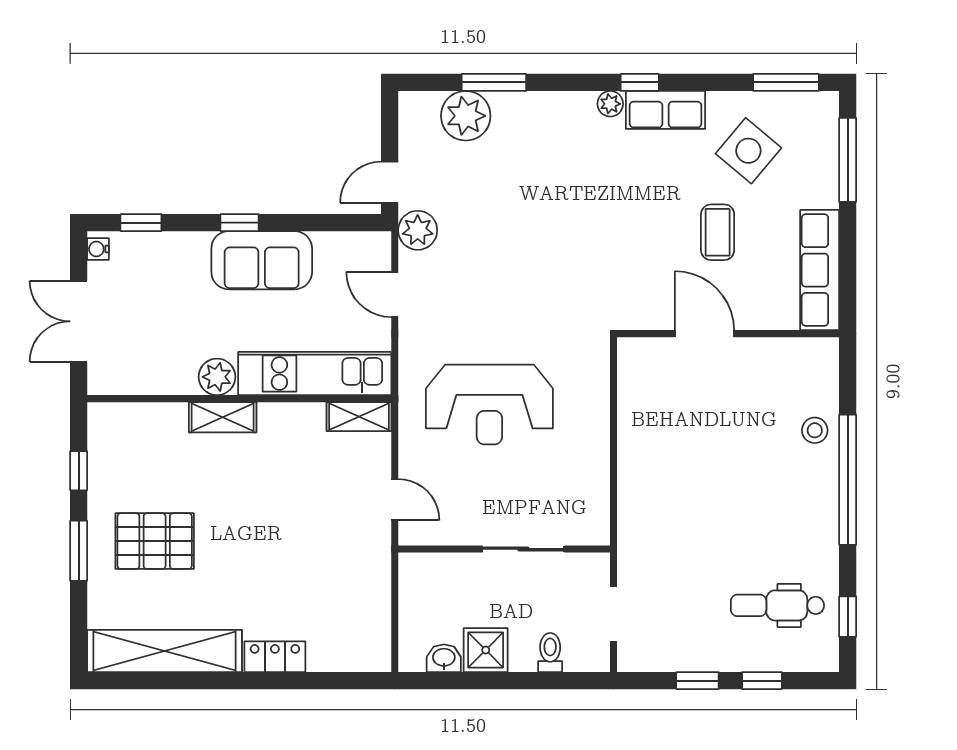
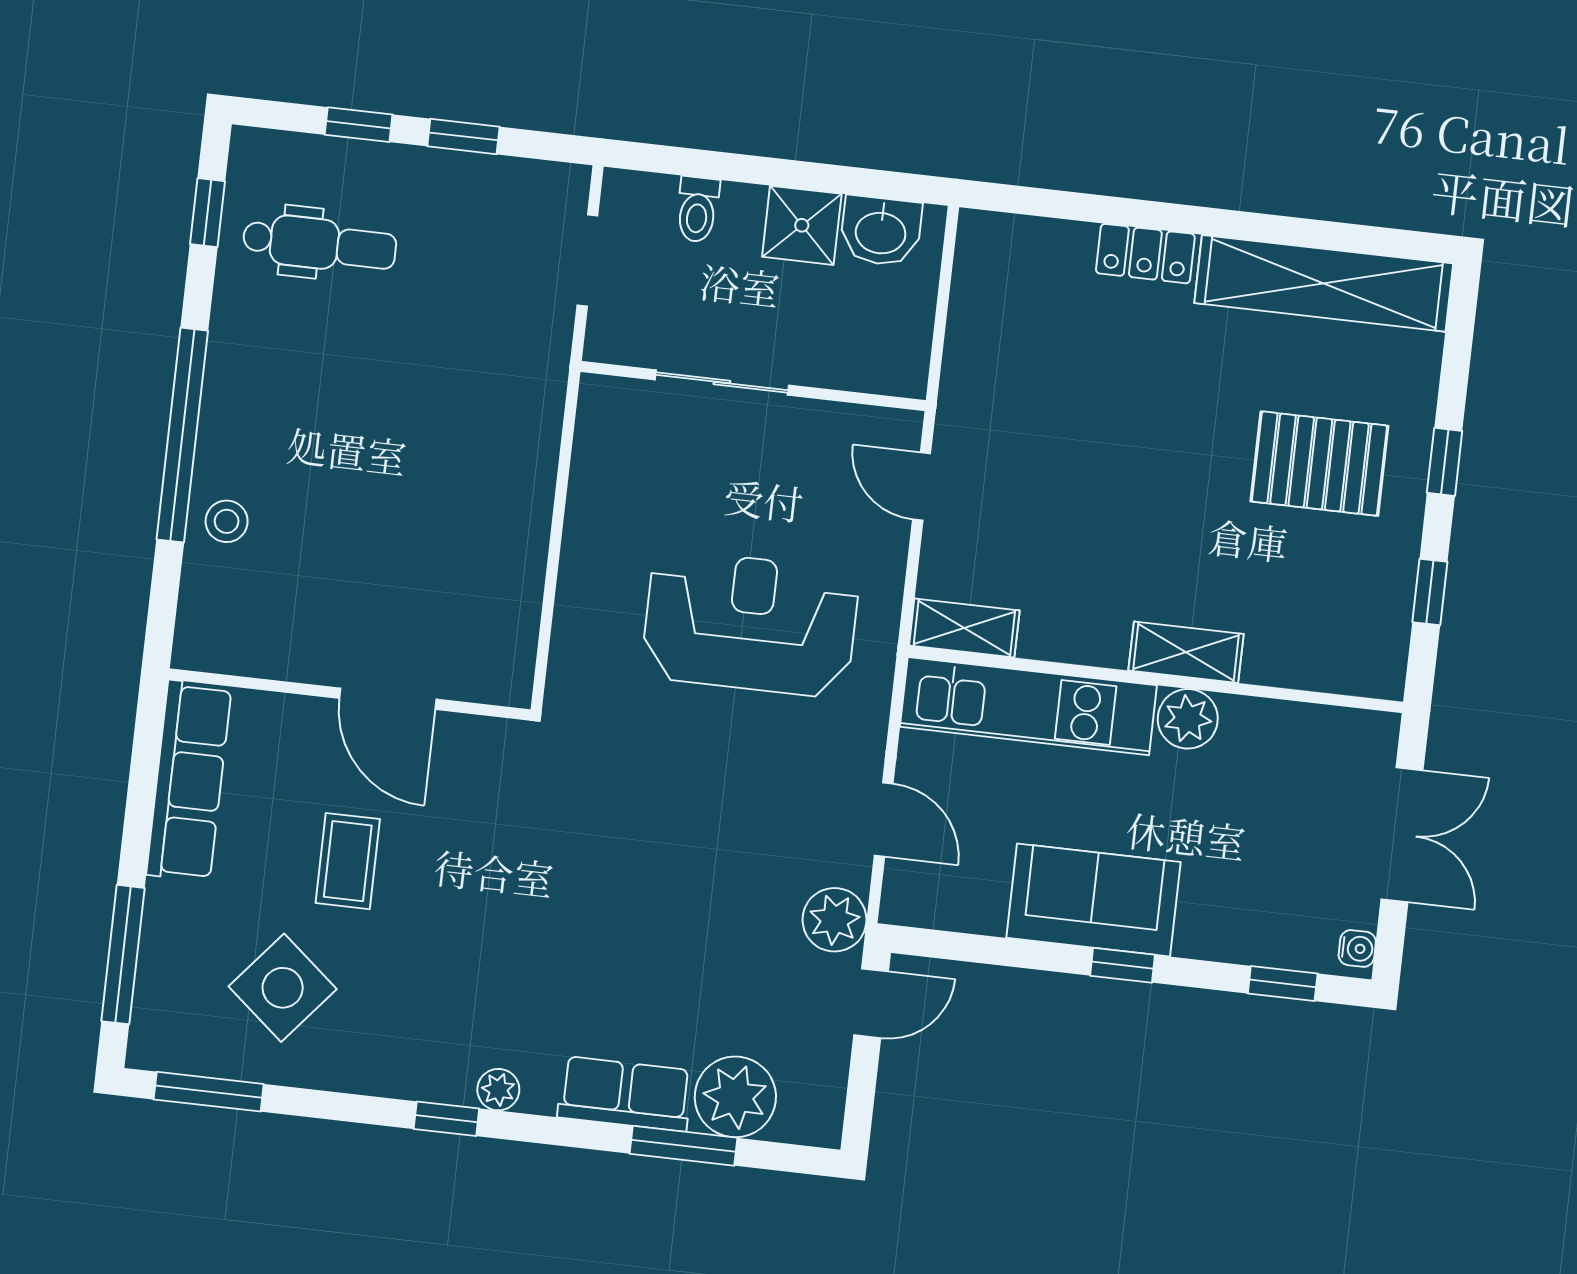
row of seats: (665, 110) -> (625, 1094), moved
window: (79, 551) -> (1445, 462), width x0.67
washbasin: (444, 658) -> (881, 231), width x1.38, depth x1.45

